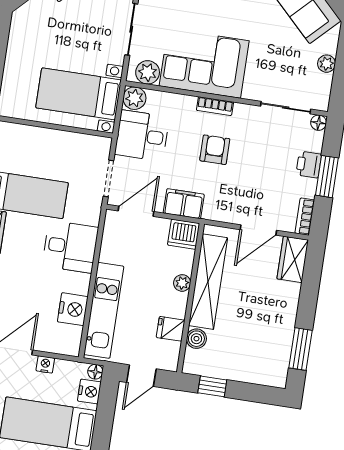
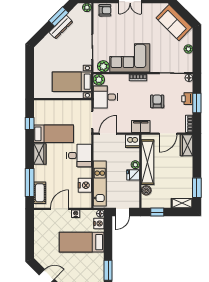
armchair: (215, 150) -> (157, 101), moved
filing cabinet: (184, 204) -> (141, 127), moved
fridge: (171, 329) -> (133, 175), moved
shelving: (265, 376) -> (182, 203), added

